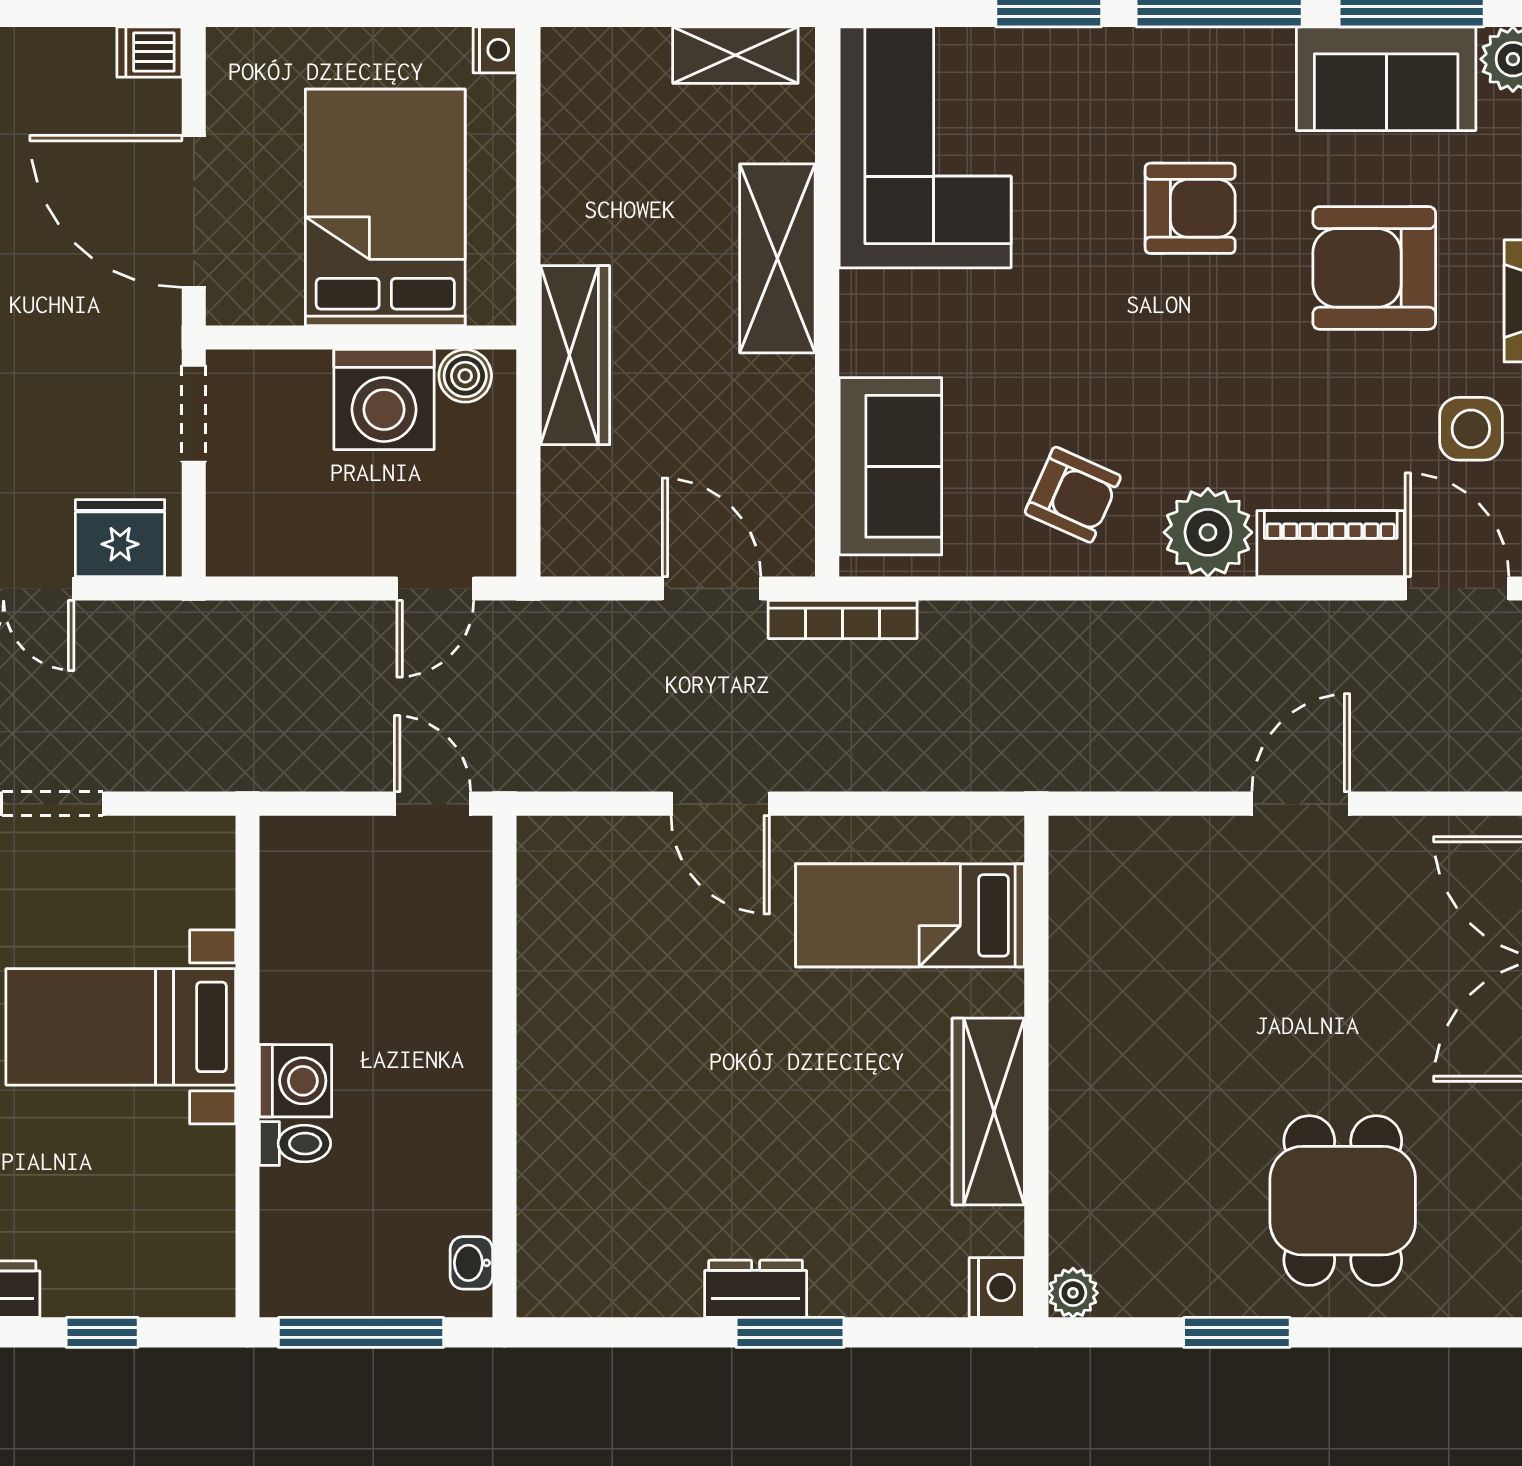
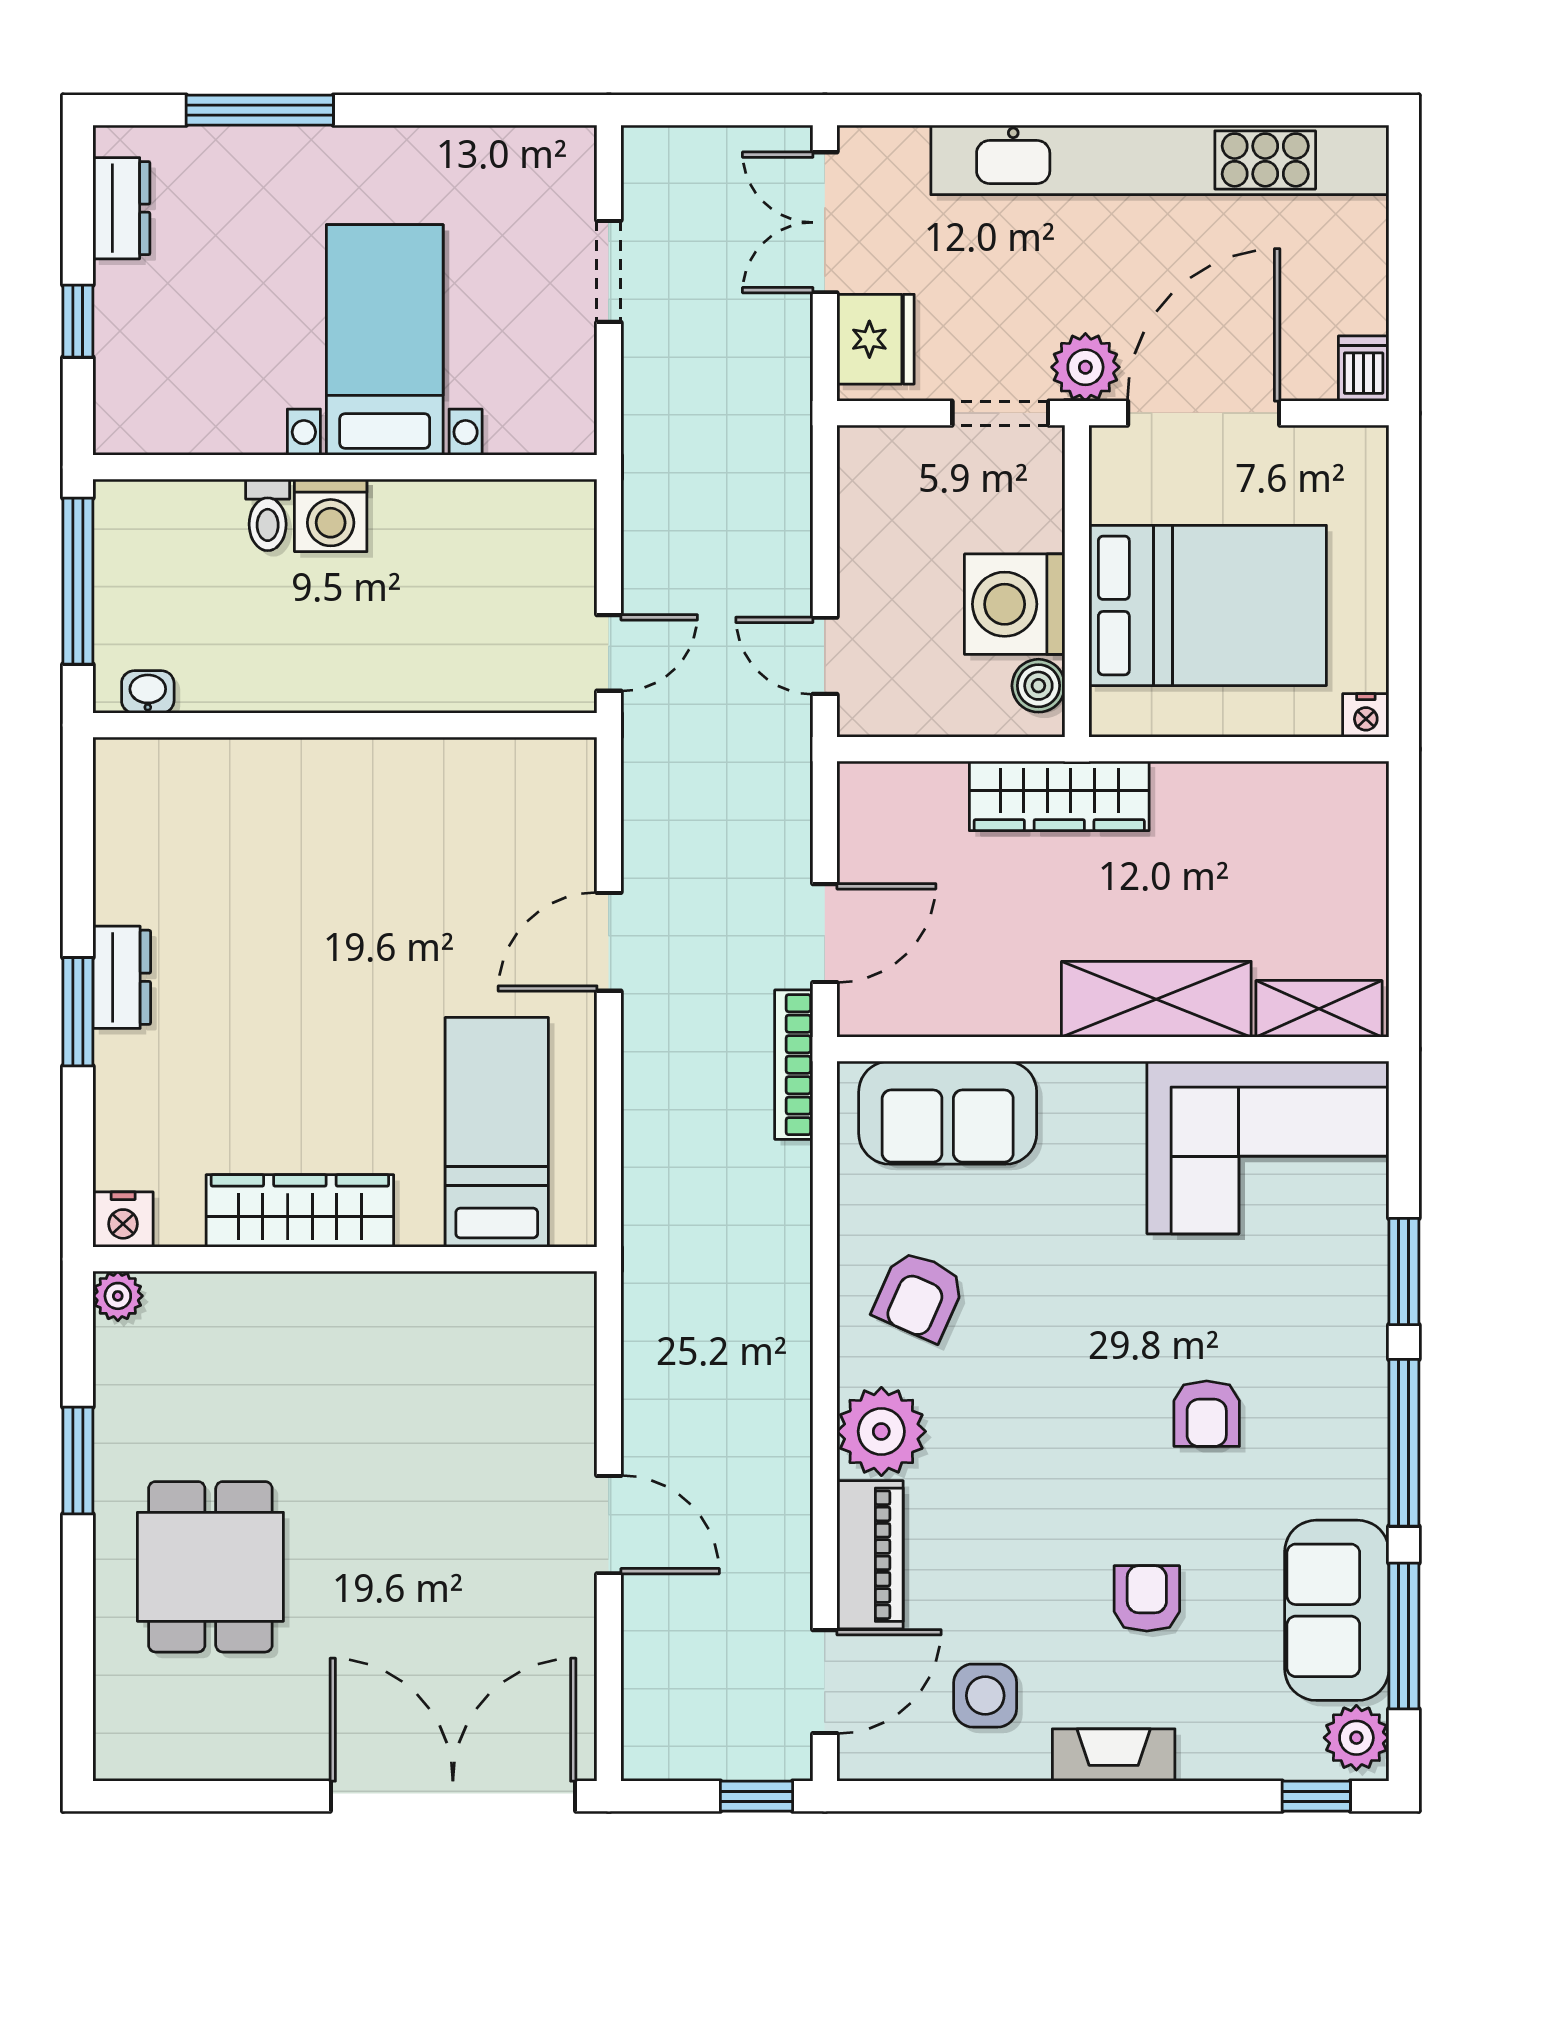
shelving: (735, 55) -> (1319, 1009), moved, turned 90
armchair: (1190, 208) -> (1207, 1414), width x0.72, depth x0.72
armchair: (1374, 268) -> (1147, 1598), width x0.53, depth x0.53
plant: (148, 329) -> (1085, 367), added
dining table: (1343, 1201) -> (210, 1567), turned 90

